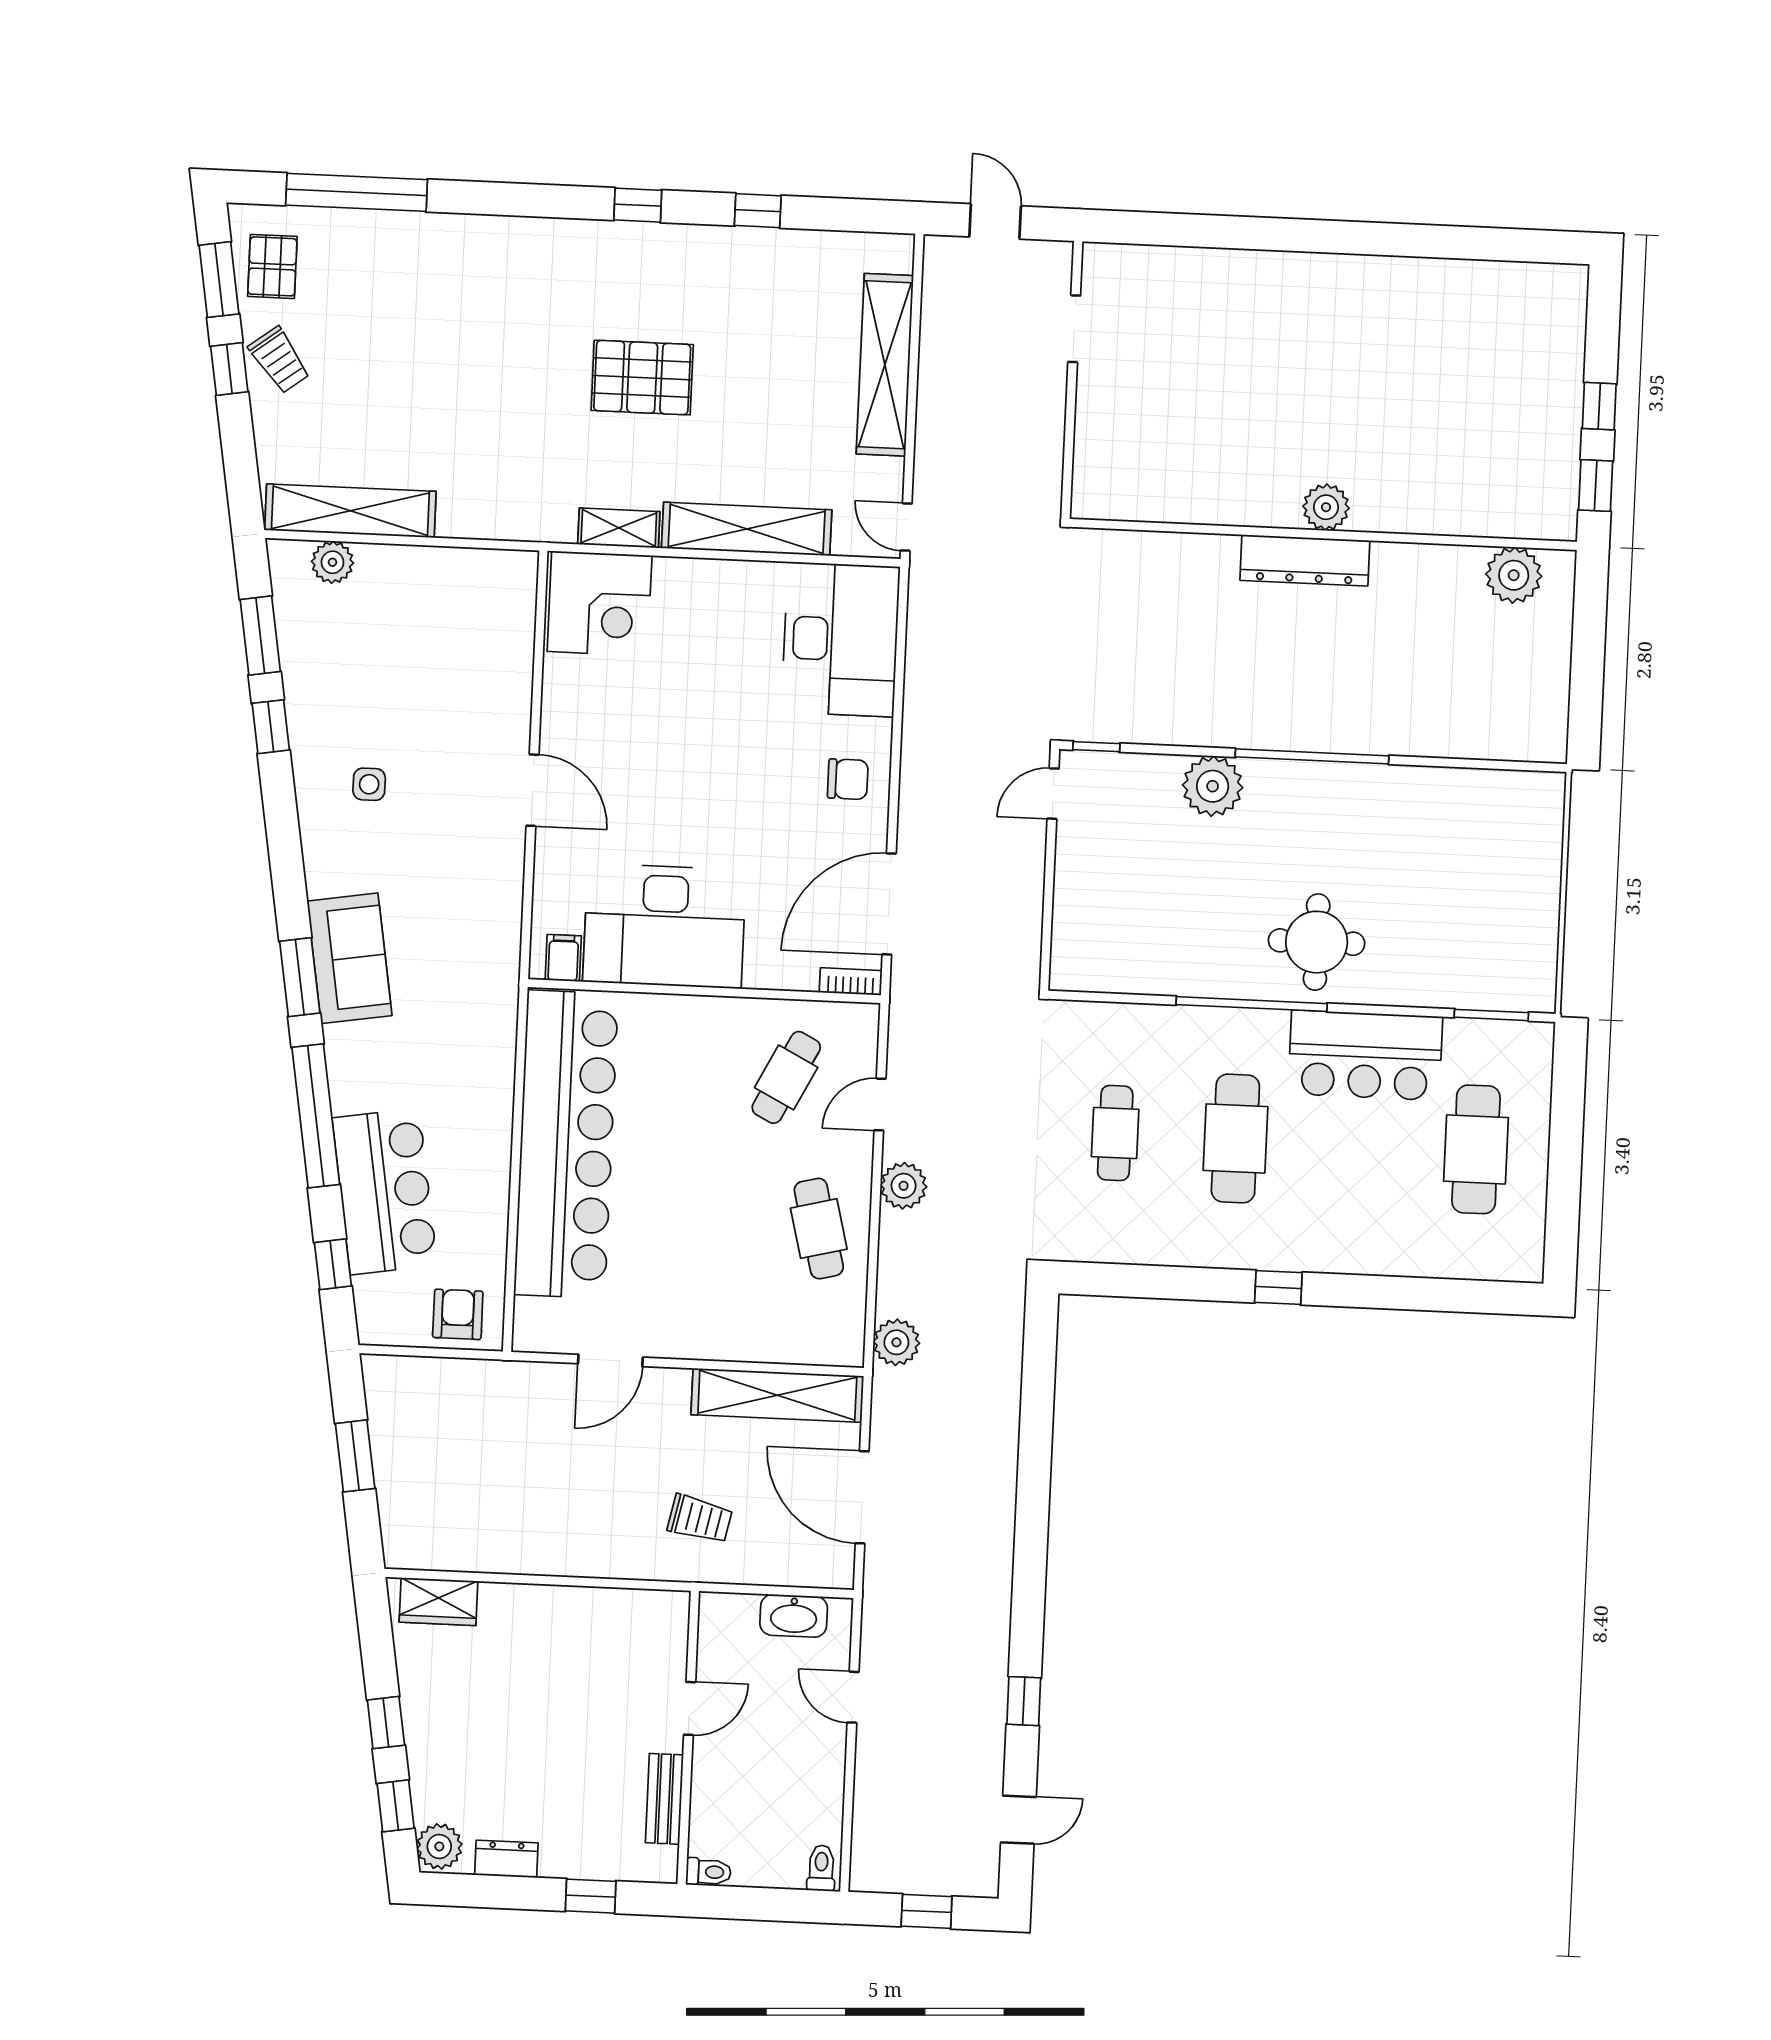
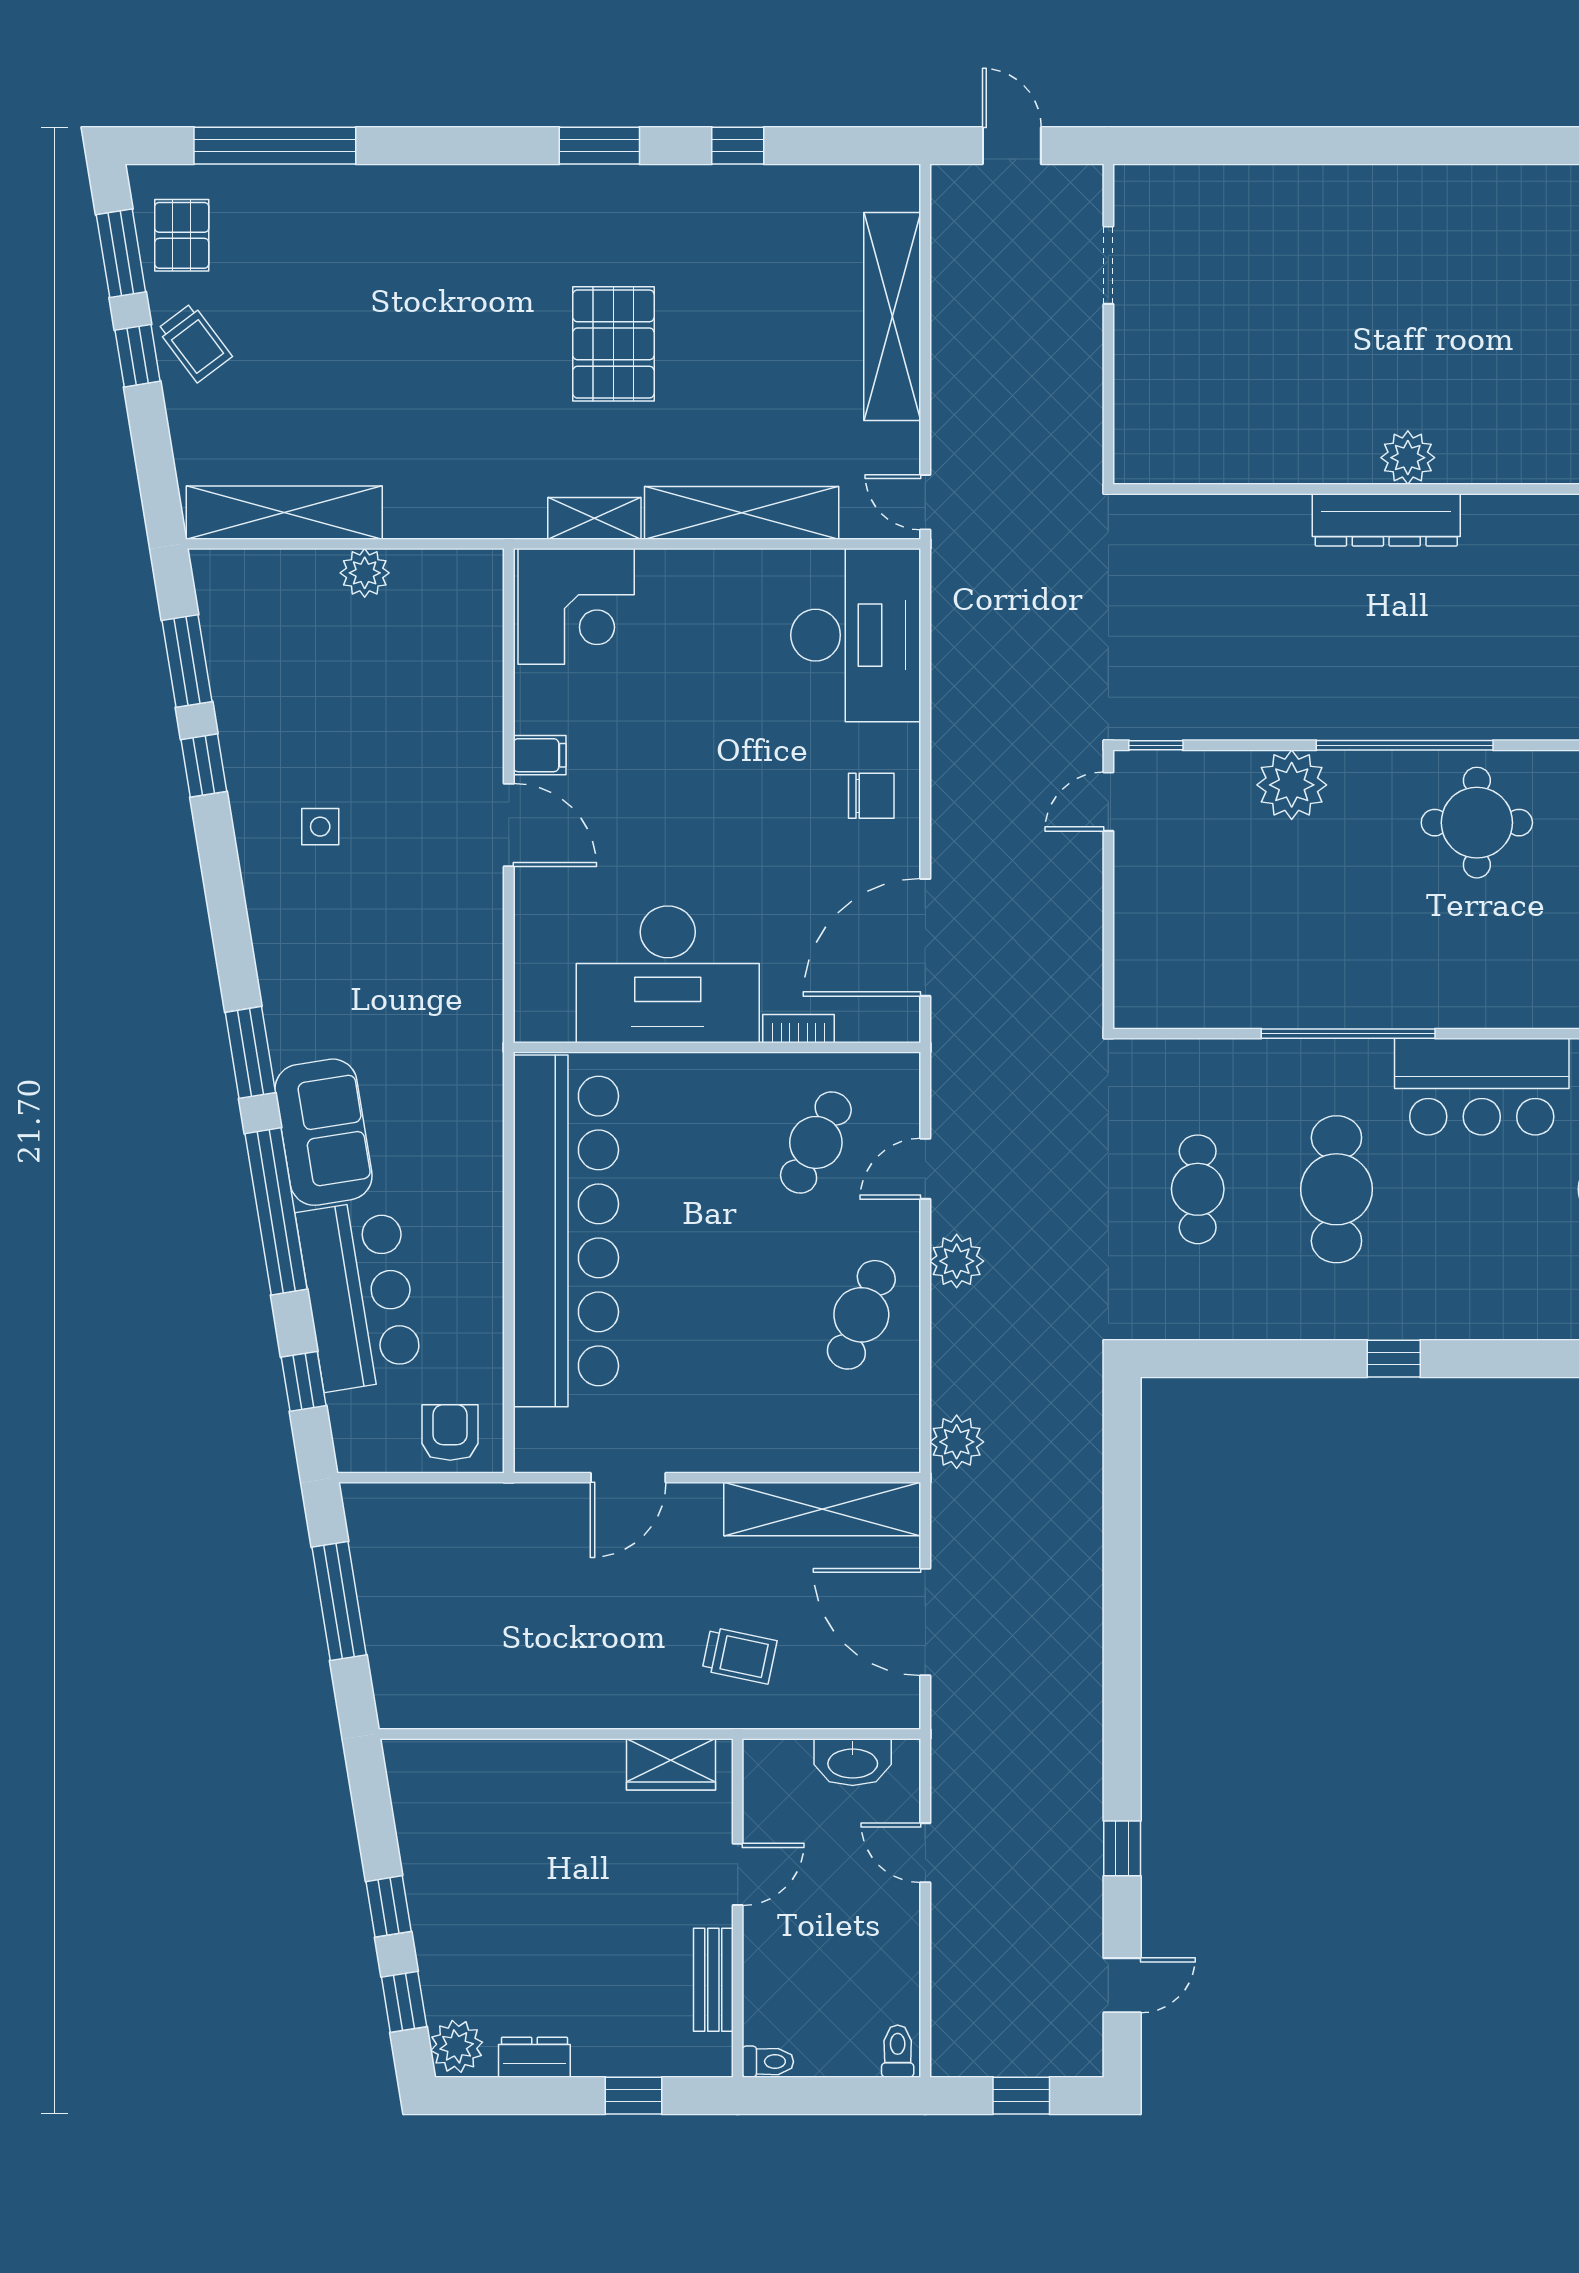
window: (638, 205) -> (599, 146), width x1.50
pallet: (642, 378) -> (613, 344), turned 90
plant: (332, 562) -> (365, 573), moved
round table: (1317, 942) -> (1477, 823), moved
sofa: (349, 958) -> (324, 1132), moved
filing cabinet: (563, 958) -> (540, 755), moved, turned 90
bookcase: (851, 981) -> (798, 1029), moved
cafe table: (819, 1229) -> (861, 1315), turned 36
window: (355, 1456) -> (339, 1601), width x1.44
wardrobe: (438, 1602) -> (671, 1764), moved

